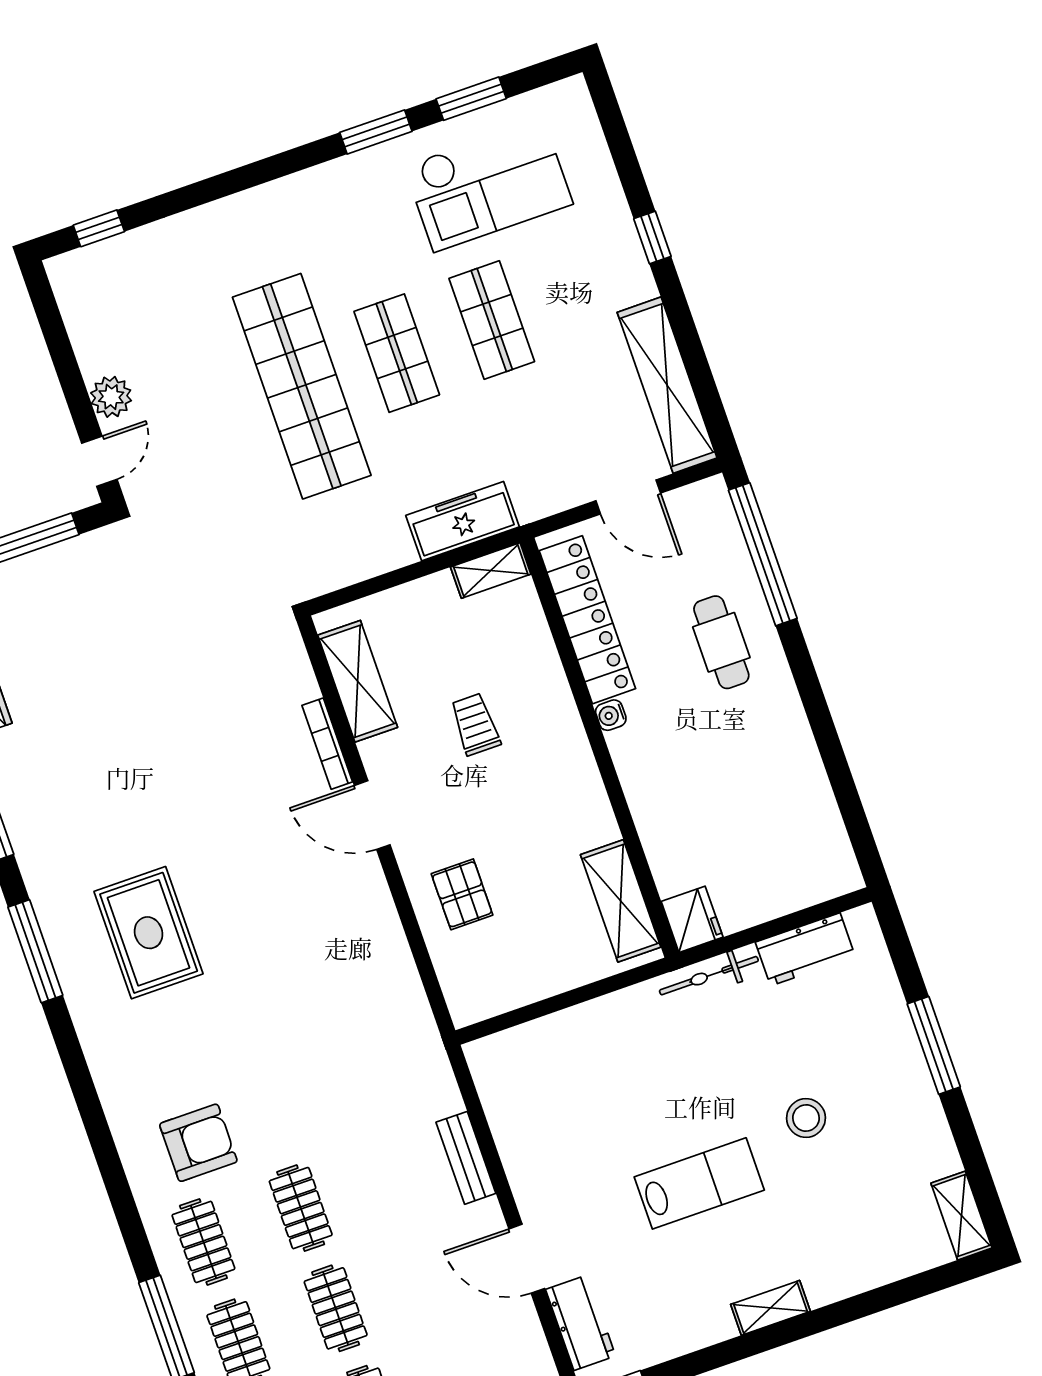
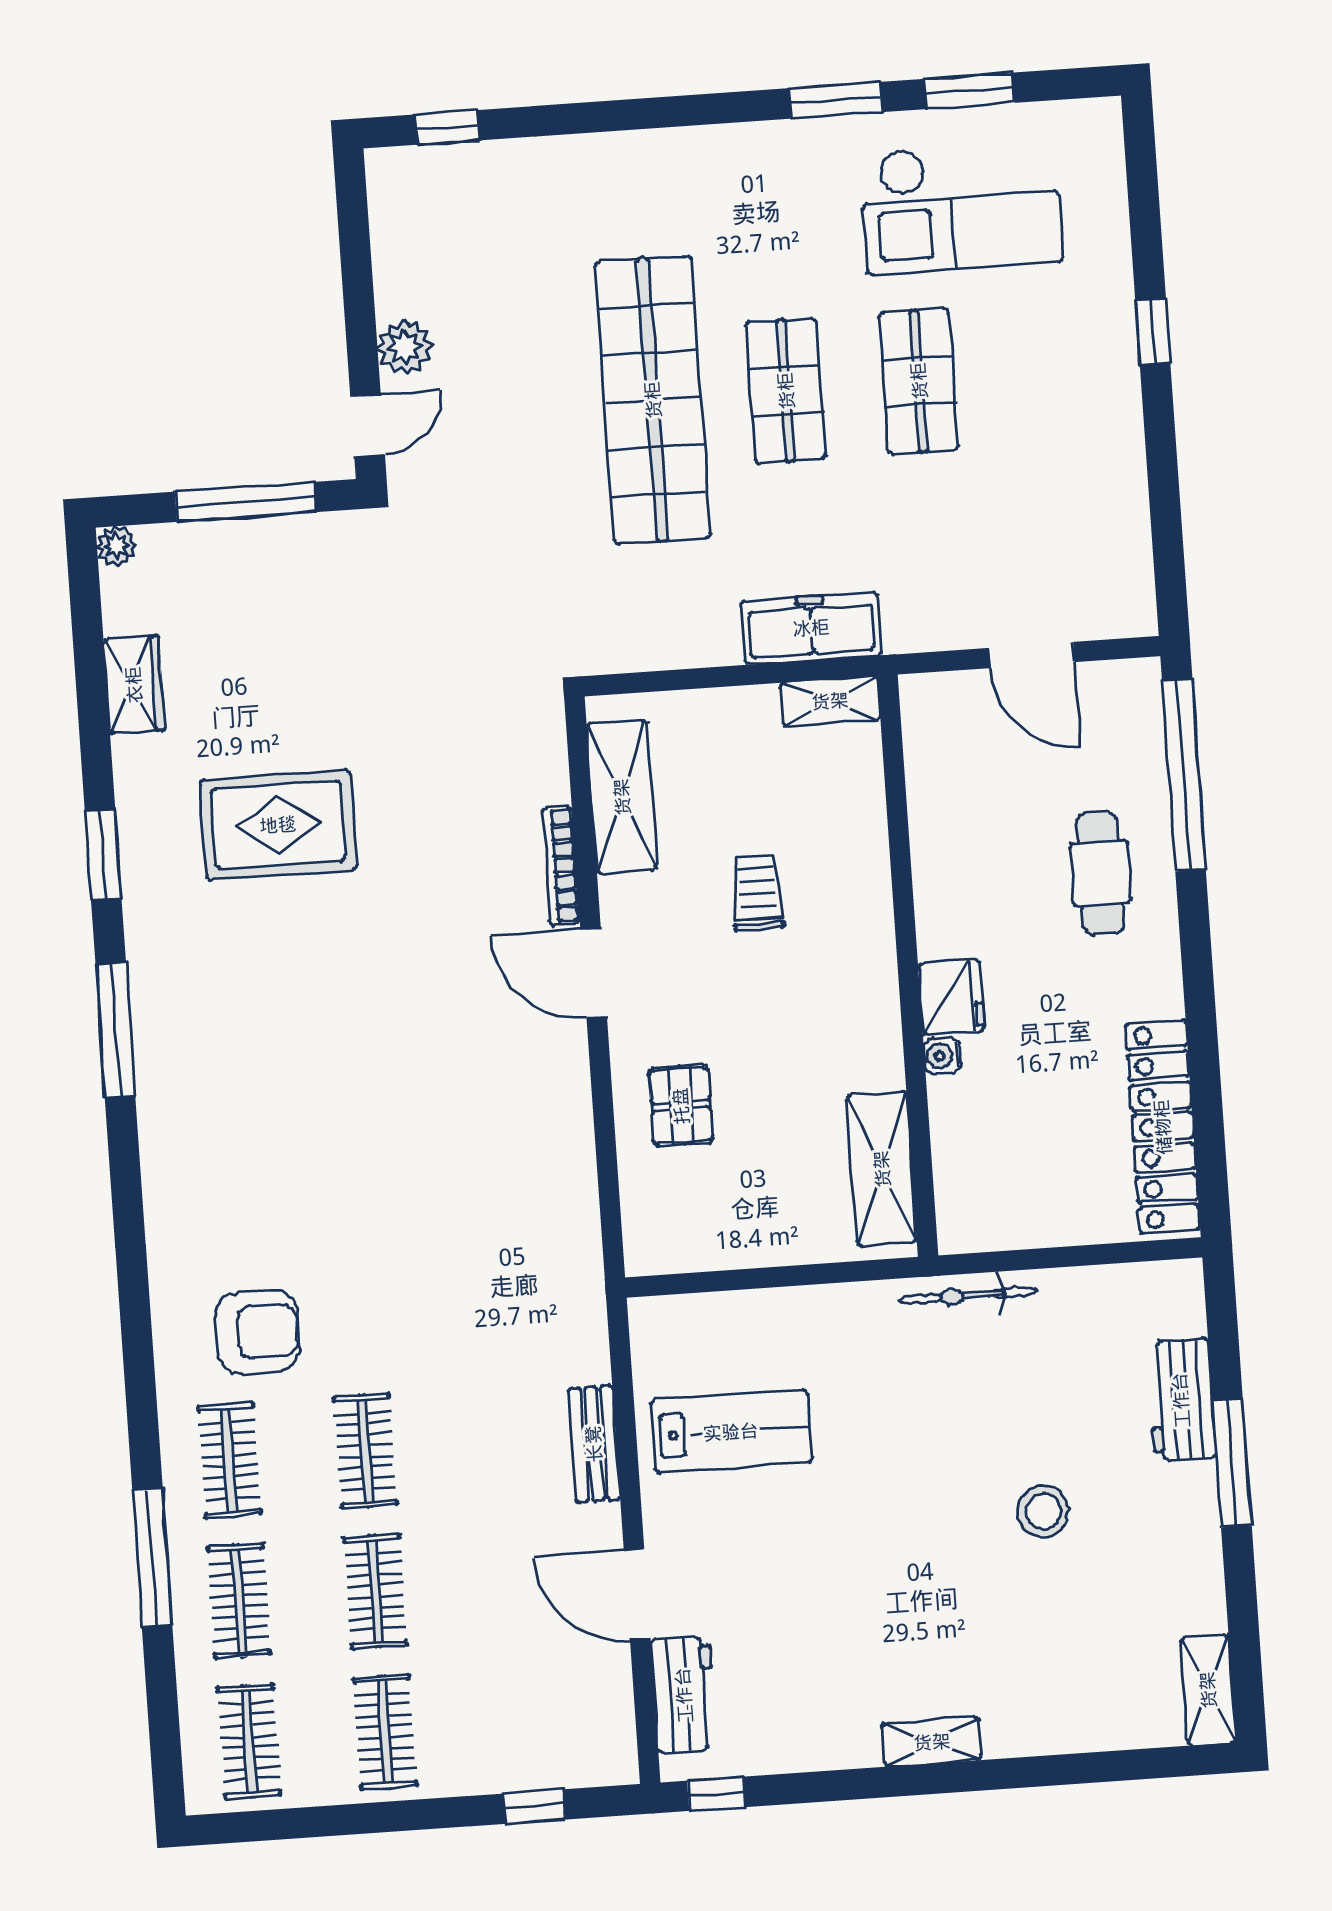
shelving: (667, 385) -> (1120, 525), removed
locker: (587, 620) -> (1163, 1127), moved, turned 180
water cooler: (611, 715) -> (943, 1056), moved
fridge: (692, 919) -> (951, 997), moved
rug: (149, 933) -> (278, 825), moved, turned 90
workbench: (805, 949) -> (1181, 1400), moved, turned 90
lab bench: (699, 1183) -> (731, 1432), moved

